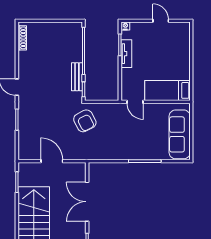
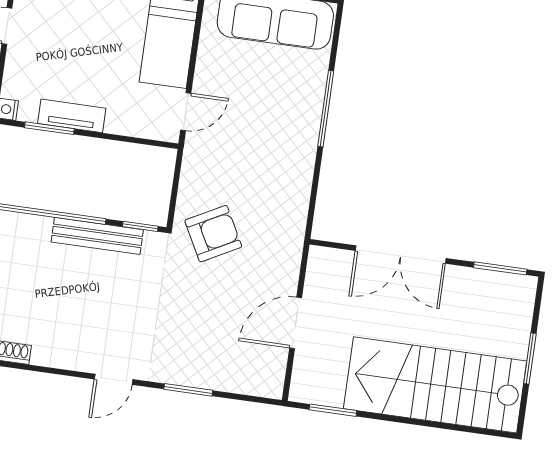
bench: (77, 77) -> (97, 236), width x1.36

